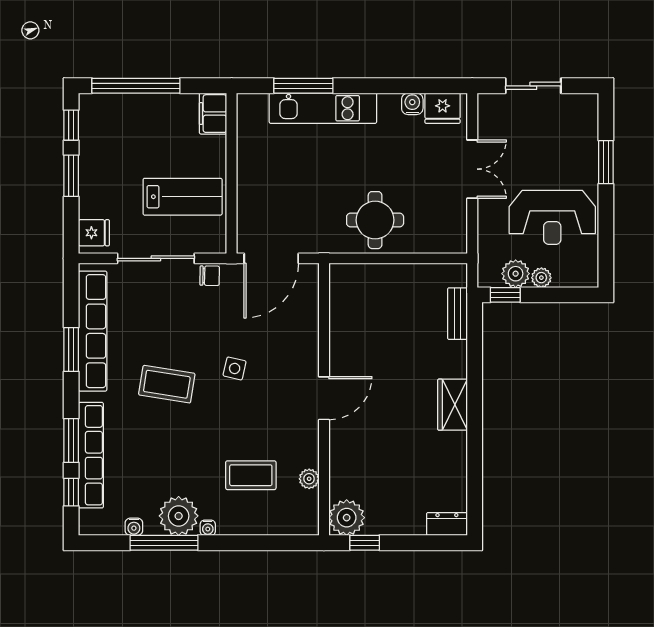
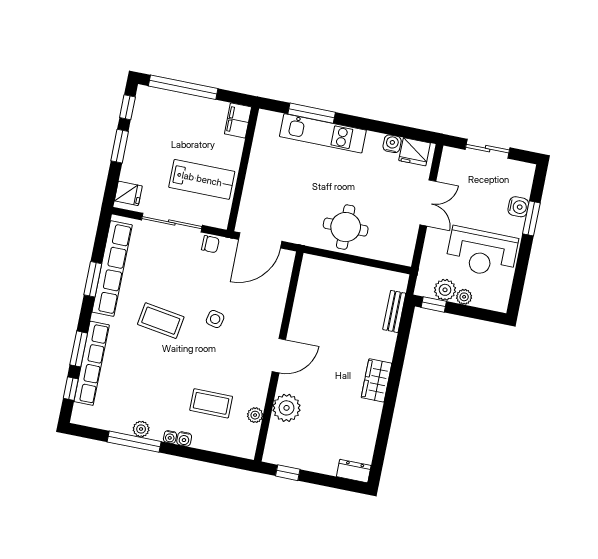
water cooler: (586, 151) -> (518, 207), added
plant: (179, 516) -> (141, 429), width x0.53, depth x0.53
plant: (347, 518) -> (287, 408), moved
water cooler: (134, 527) -> (184, 439), moved

